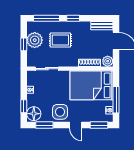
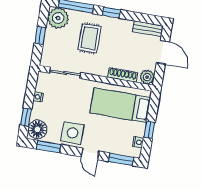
plant: (35, 40) -> (58, 18), moved
rug: (60, 40) -> (89, 38), turned 90
bed: (92, 85) -> (120, 105), width x0.67
window: (116, 100) -> (149, 130), width x0.46

